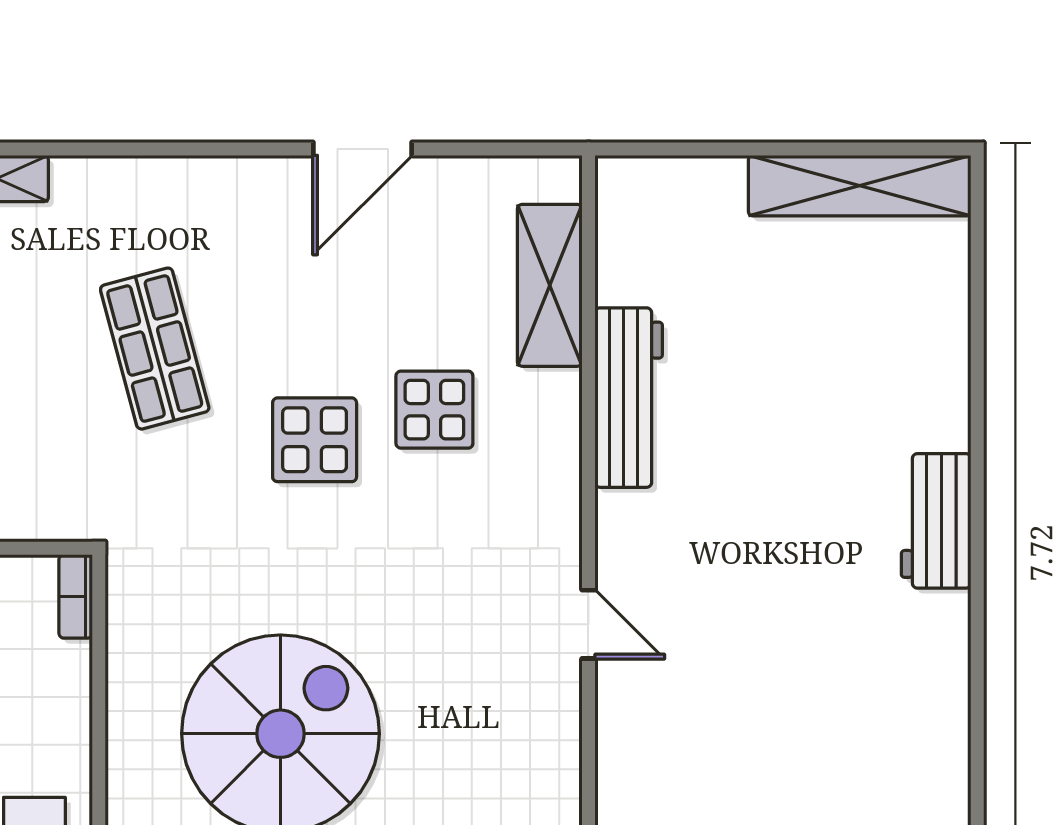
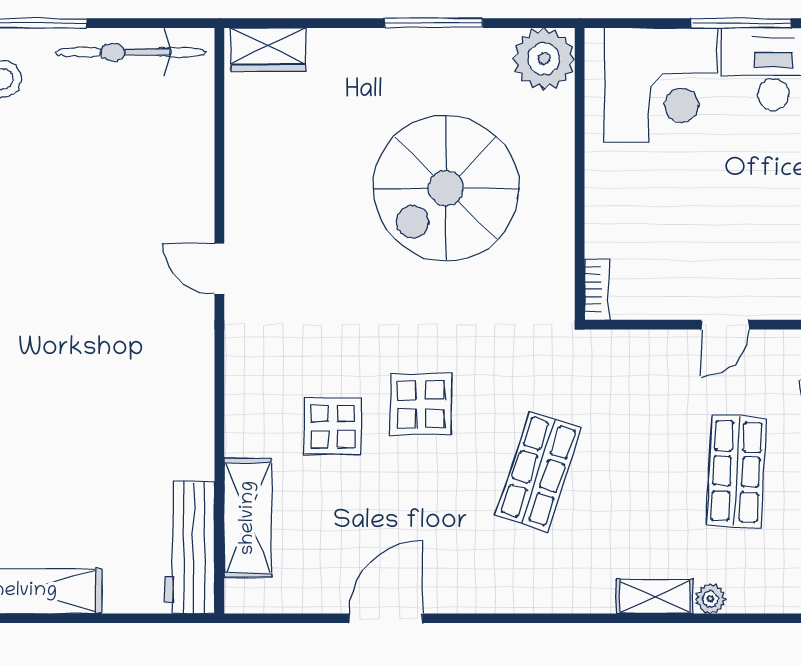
shop shelf: (155, 349) -> (538, 471), turned 33
workbench: (629, 398) -> (190, 548), moved

